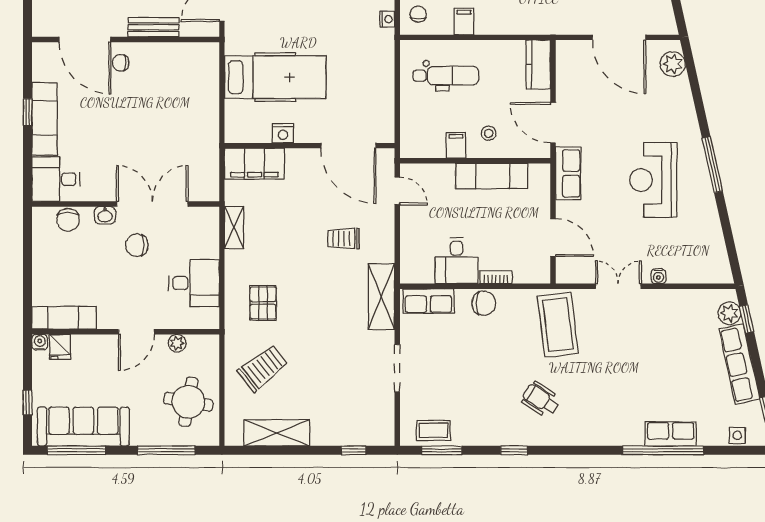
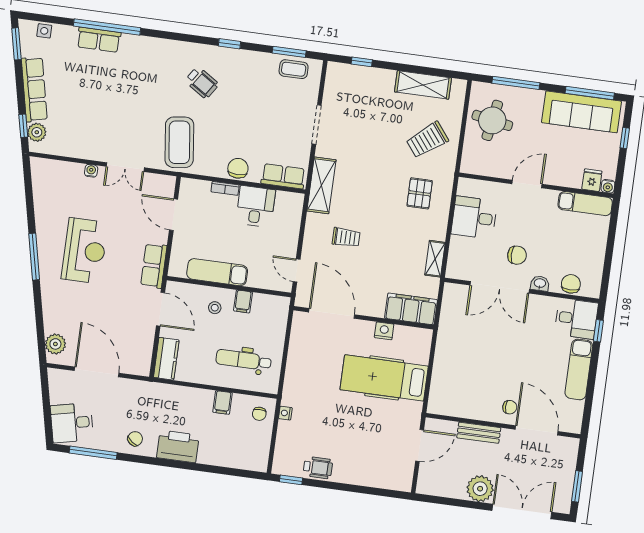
window: (28, 112) -> (598, 331), moved
chair: (484, 303) -> (238, 168), turned 90
plant: (177, 343) -> (495, 170), removed

